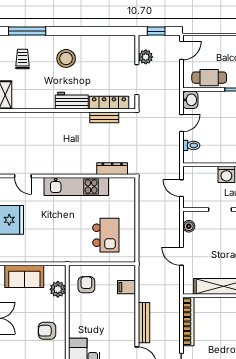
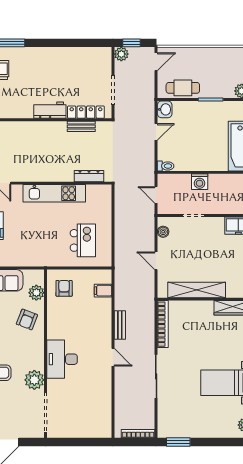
plant: (146, 57) -> (121, 54), moved
stool: (66, 58) -> (44, 69), removed
toilet: (191, 145) -> (166, 166), moved
bench: (144, 323) -> (120, 325), width x0.73
armchair: (47, 331) -> (27, 319), moved, turned -69

